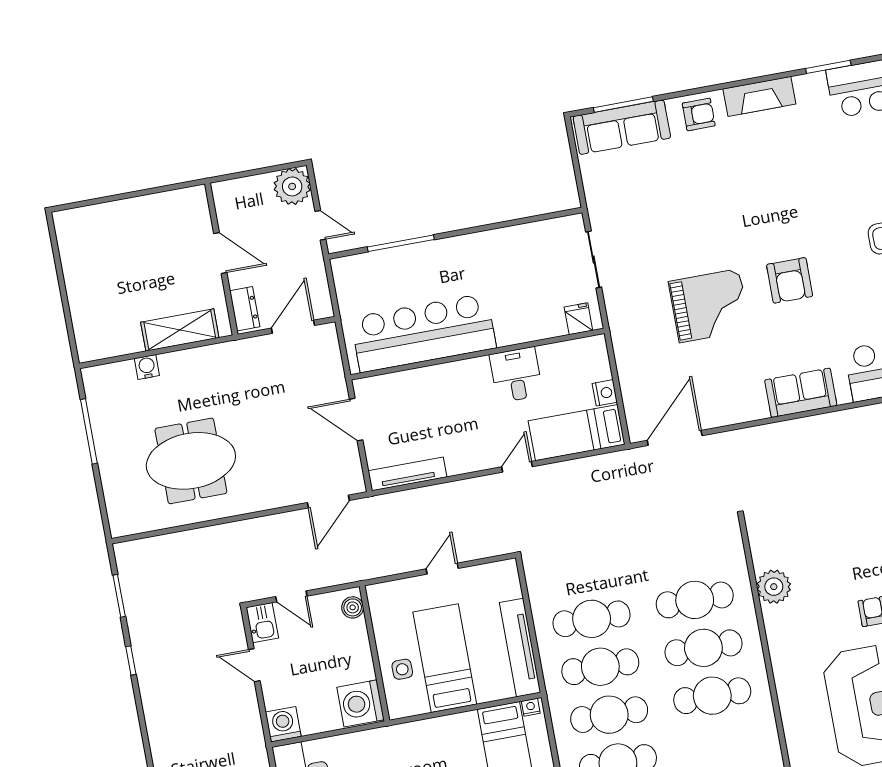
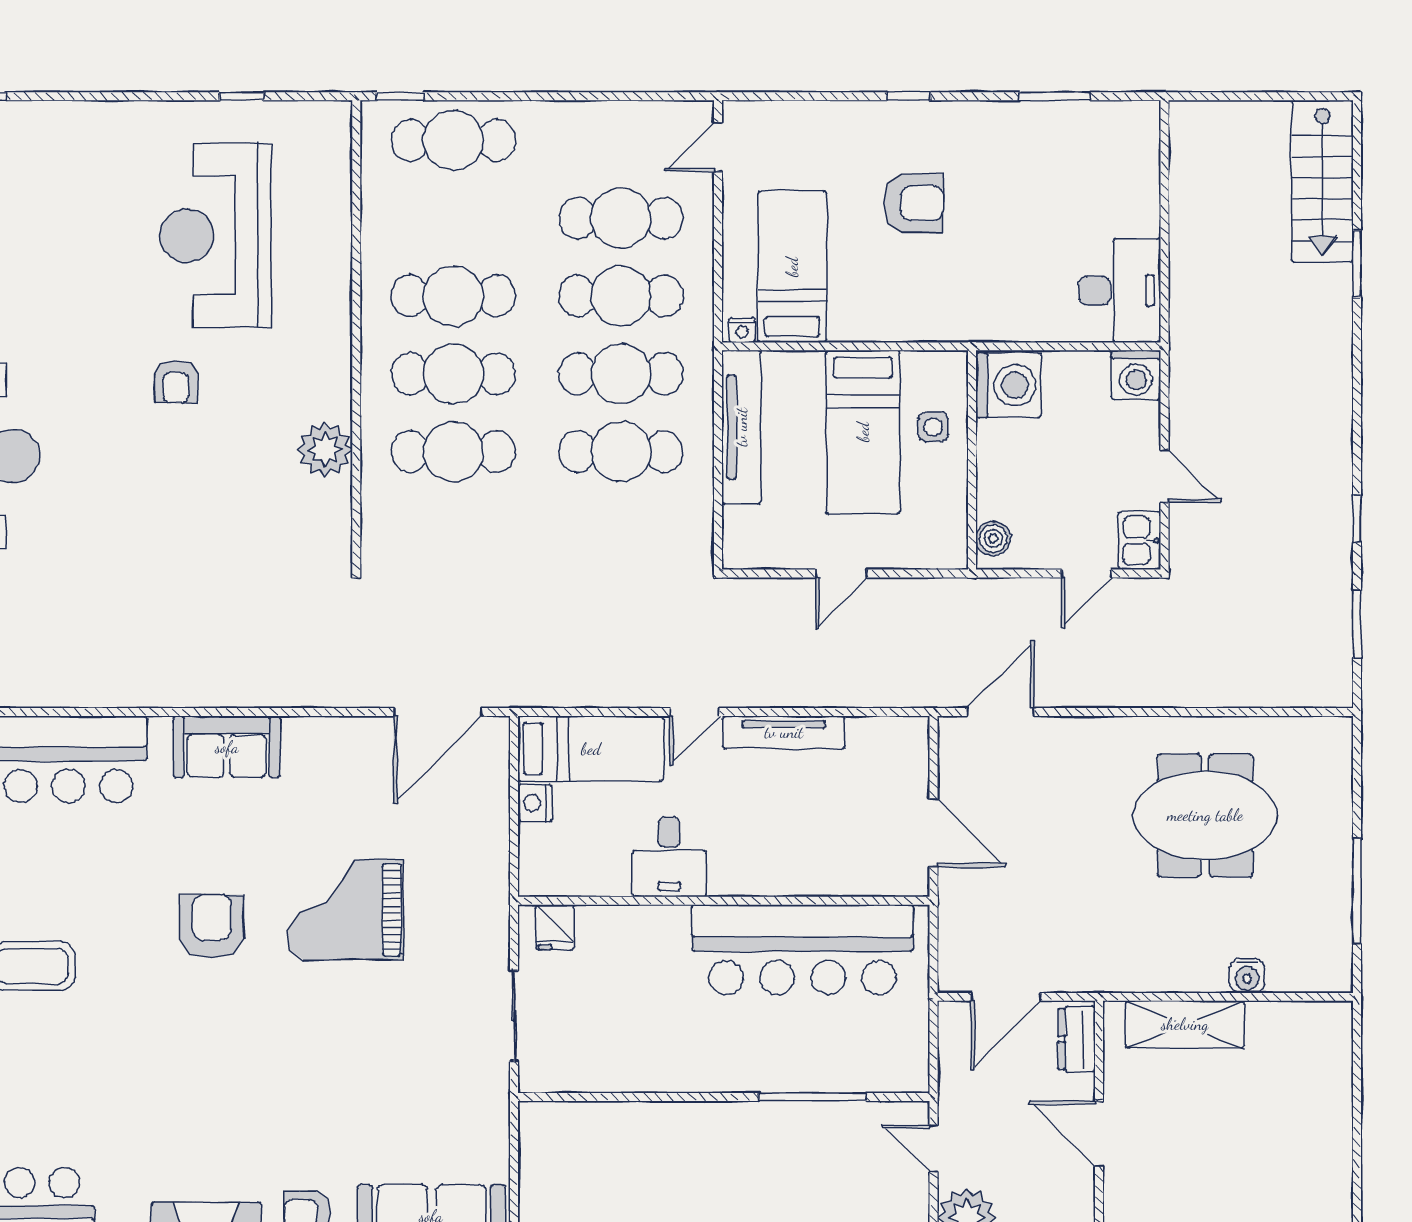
tv unit: (407, 474) -> (784, 732), moved
door: (291, 596) -> (1086, 573), swing flipped

